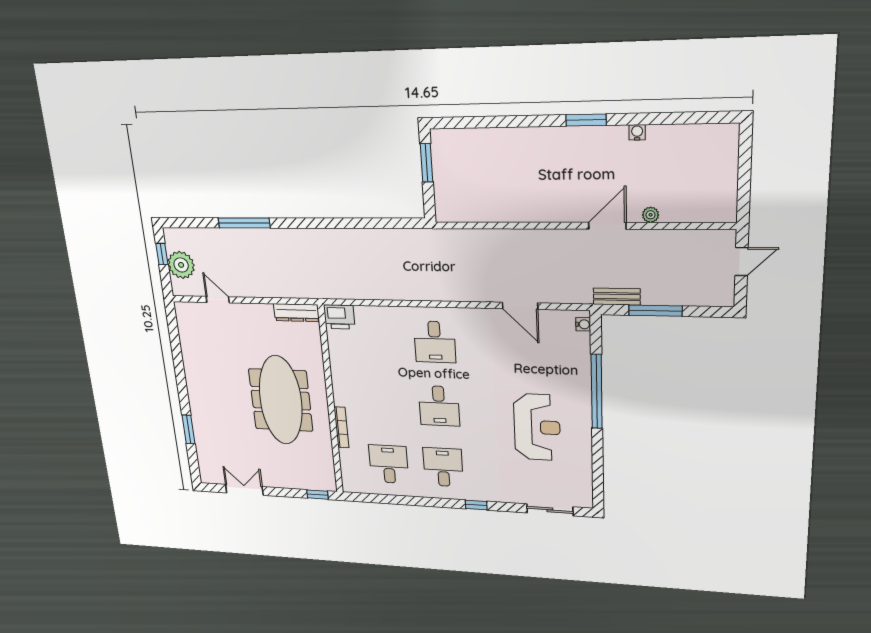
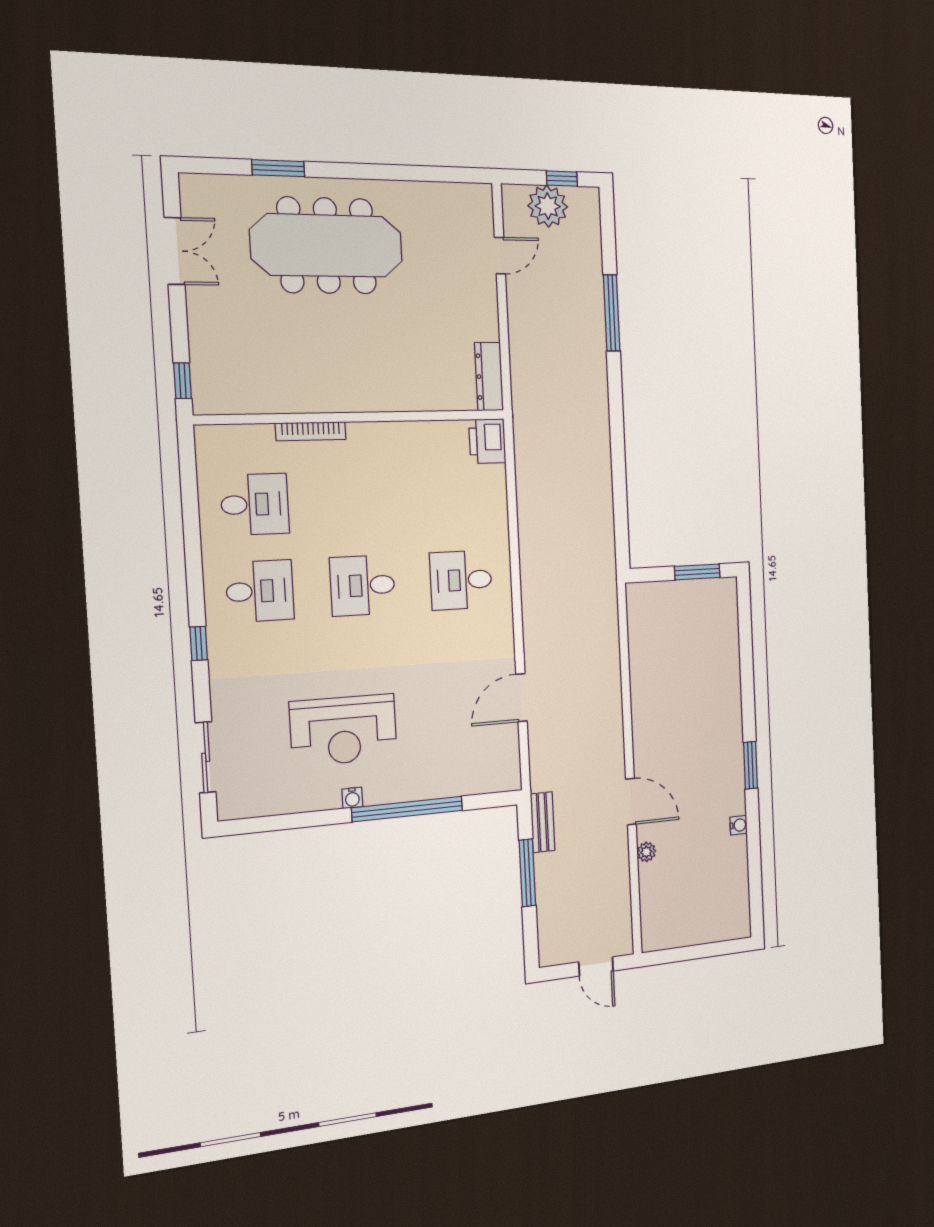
water cooler: (583, 324) -> (352, 798), moved
meeting table: (281, 400) -> (327, 246), moved

